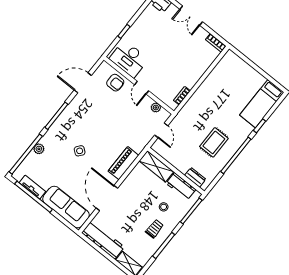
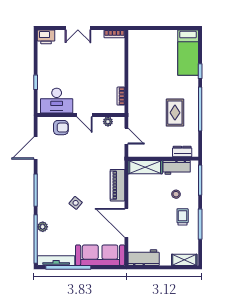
tv unit: (32, 187) -> (56, 261), width x1.41
workbench: (103, 240) -> (144, 258), width x0.73

